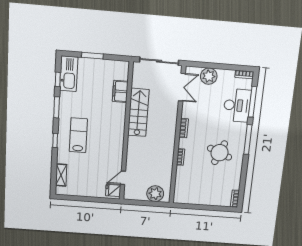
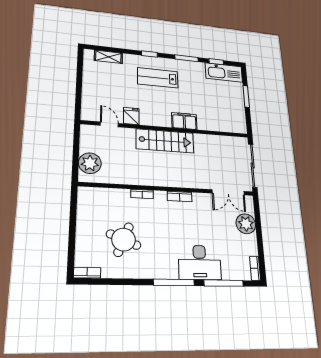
filing cabinet: (120, 91) -> (184, 121), moved
desk: (237, 105) -> (200, 262), moved
stairs: (138, 112) -> (165, 141), moved
lab bench: (78, 135) -> (158, 78), turned 180
round table: (220, 153) -> (124, 240), moved
fridge: (113, 190) -> (131, 116), moved

